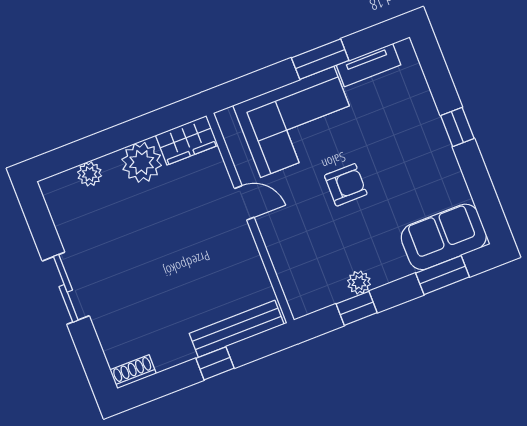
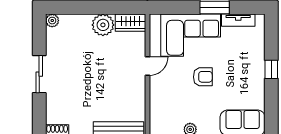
plant: (90, 174) -> (52, 21), moved
door: (244, 203) -> (147, 66), hinge flipped

